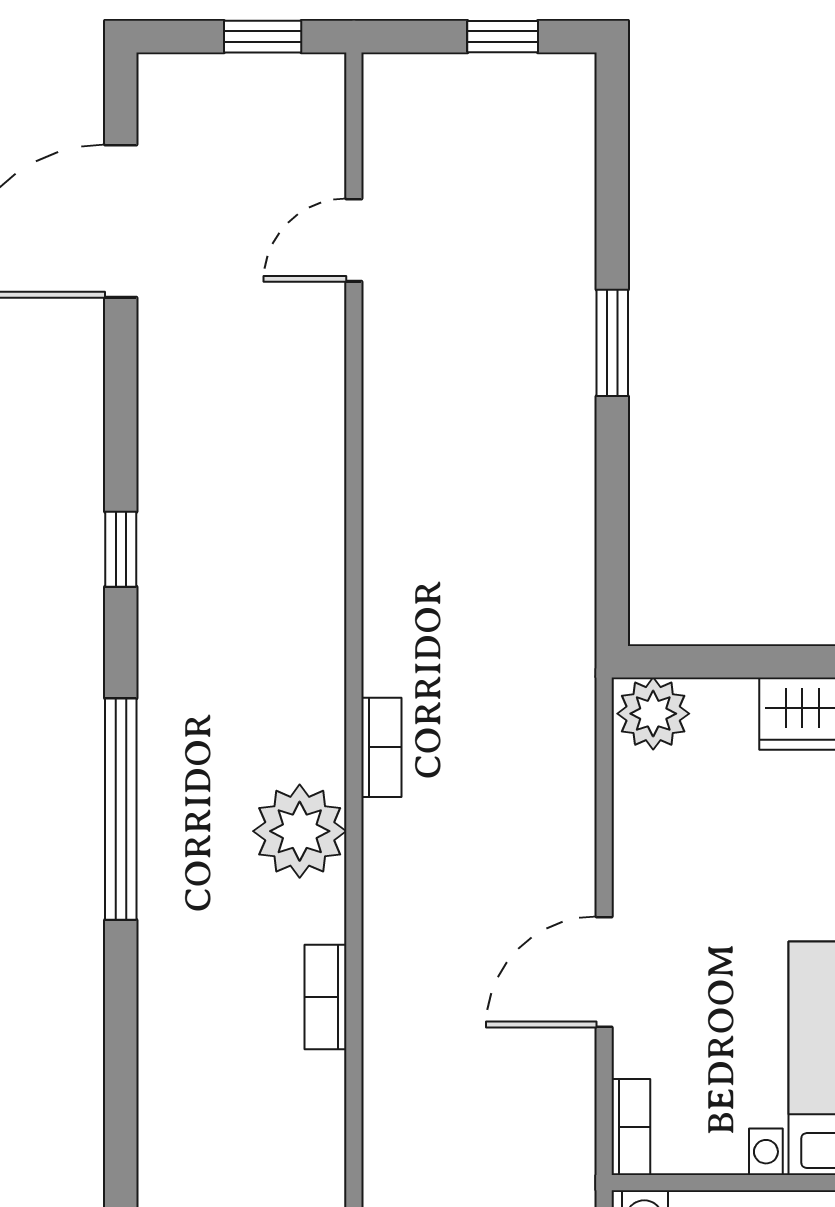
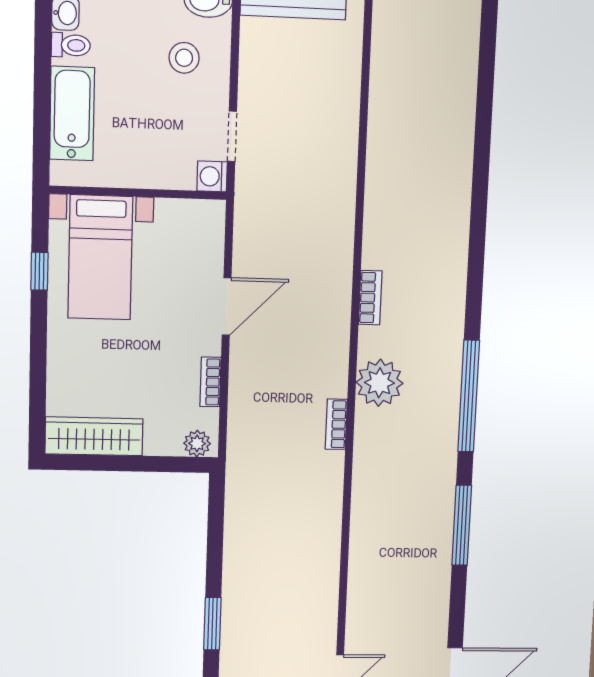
window: (121, 549) -> (462, 525), width x2.17
plant: (653, 714) -> (197, 443), width x0.73, depth x0.73
bookcase: (631, 1127) -> (210, 382), moved

